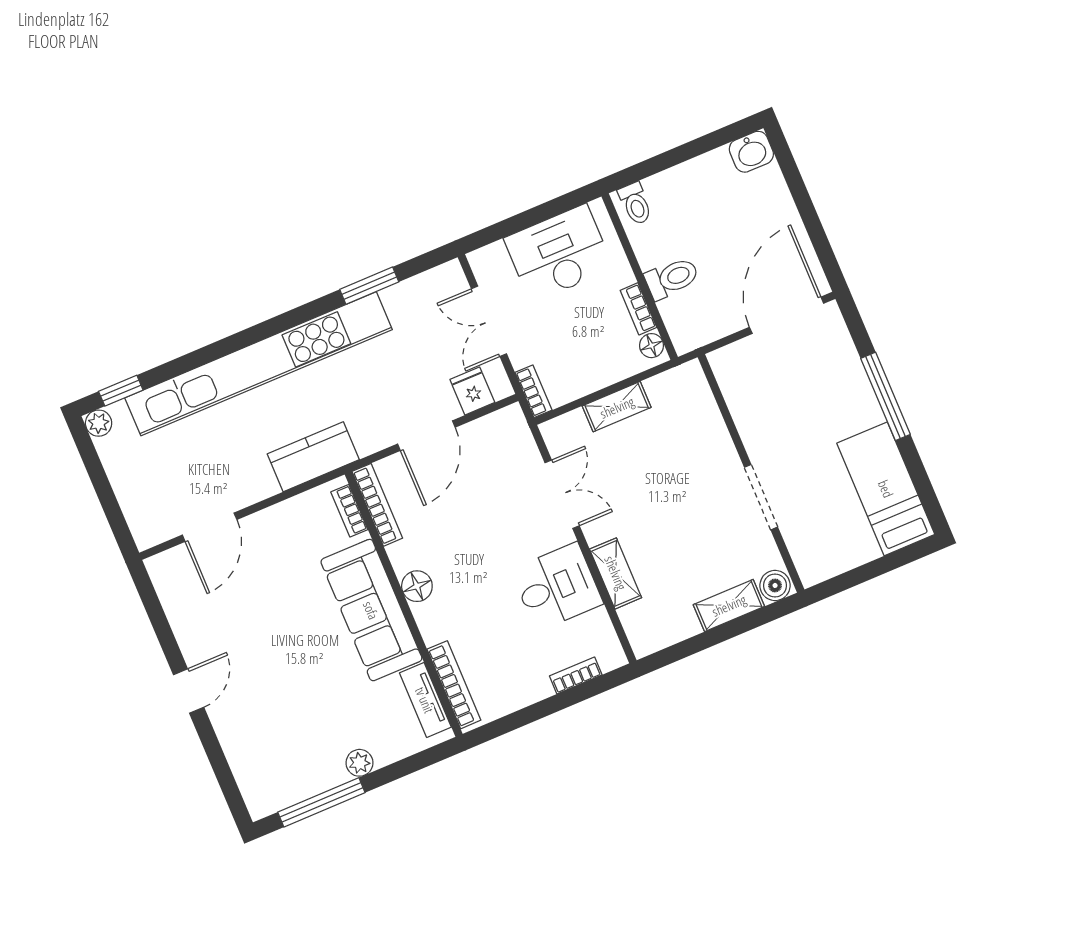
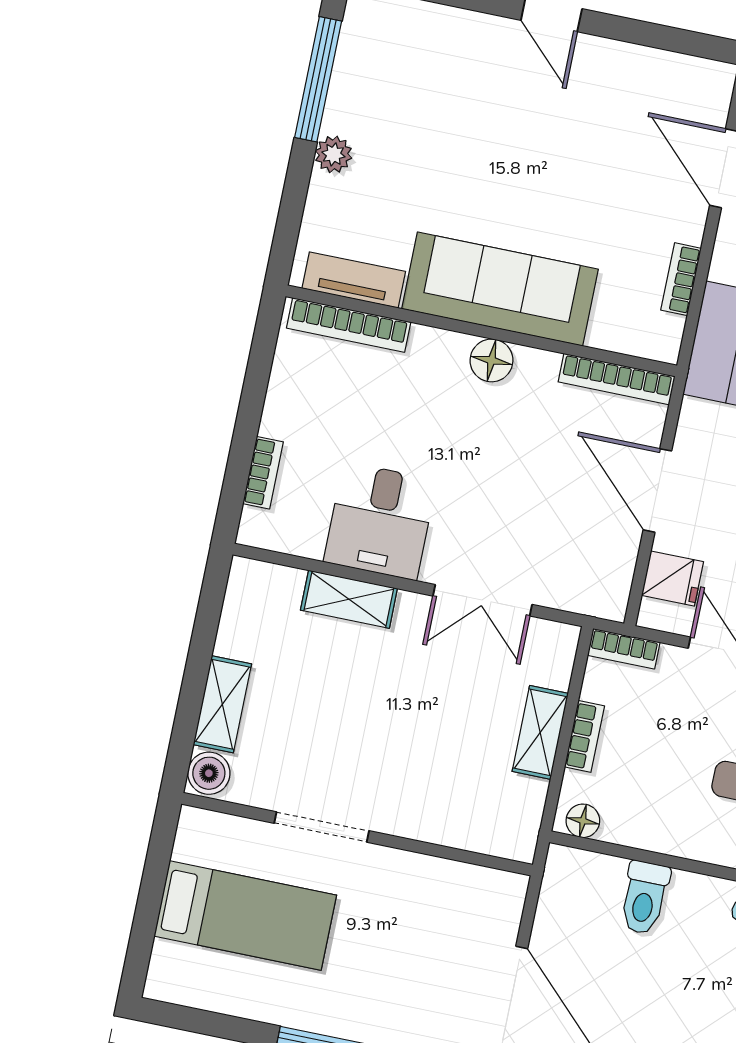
bookcase: (638, 309) -> (585, 736), moved, turned 90
bed: (886, 489) -> (245, 916), moved
bookcase: (349, 511) -> (681, 279), moved, turned -90

